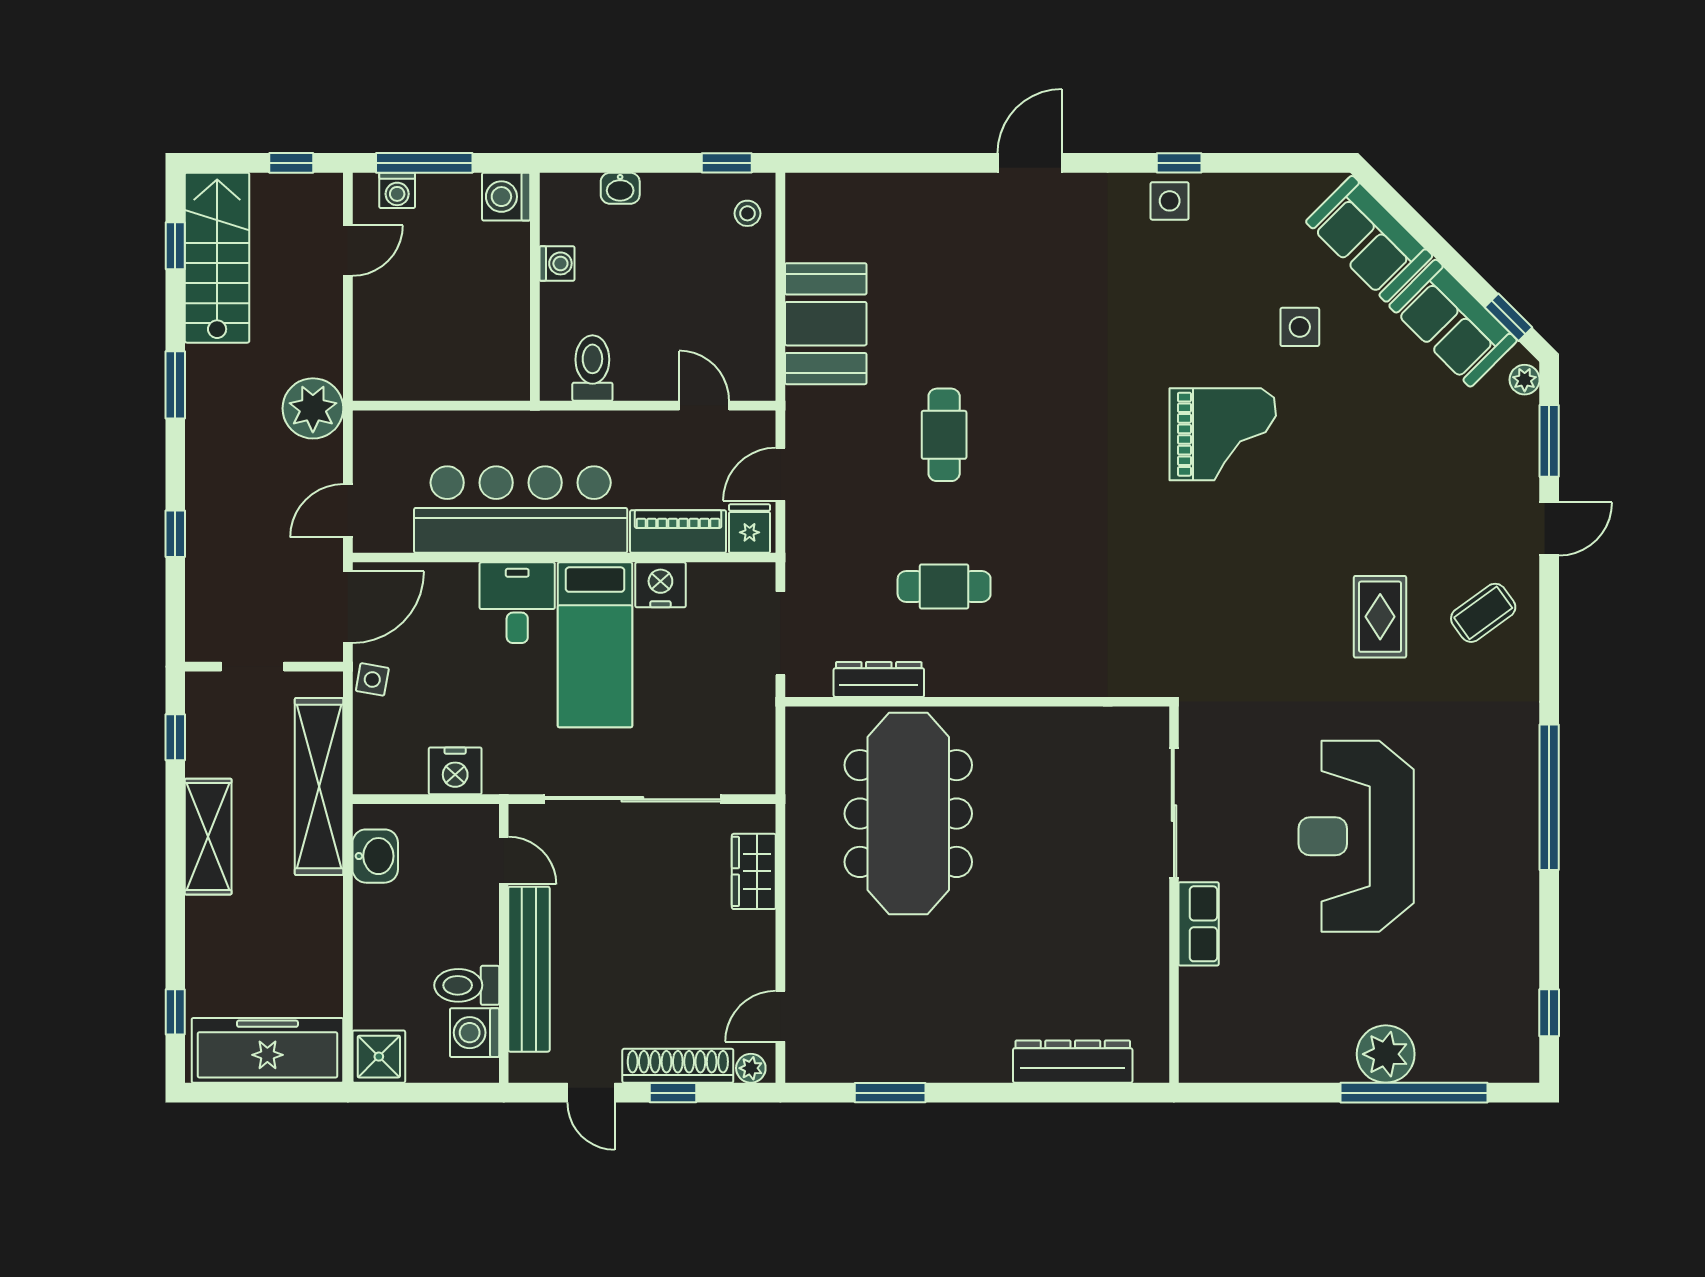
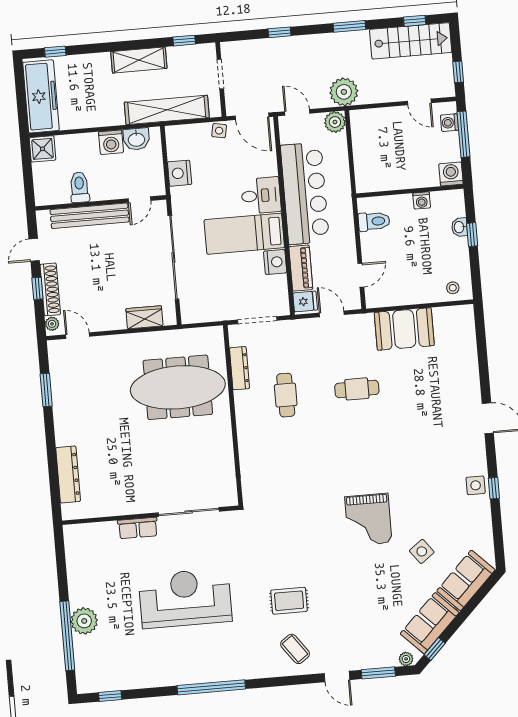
window: (727, 163) -> (472, 235), moved
side table: (1300, 327) -> (422, 551), turned -37
plant: (375, 433) -> (335, 122), added
washing machine: (475, 1033) -> (111, 142), moved, turned 180

